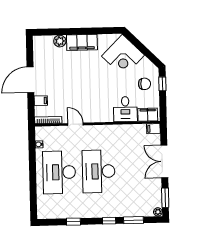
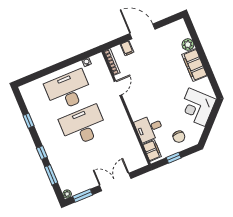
window: (162, 84) -> (174, 158), moved
filing cabinet: (153, 129) -> (141, 161), removed

